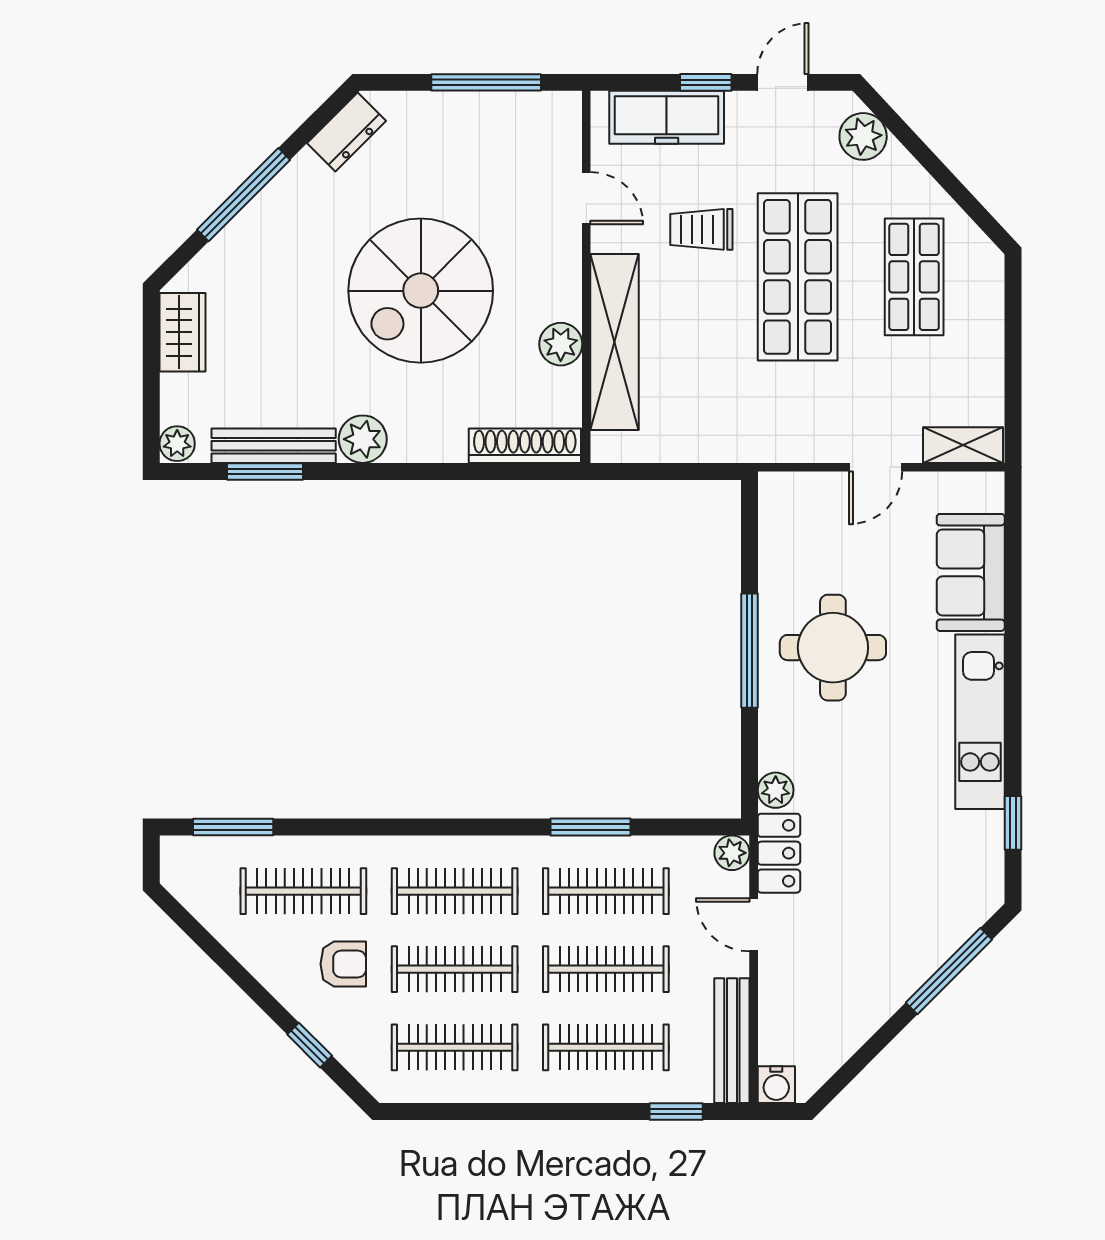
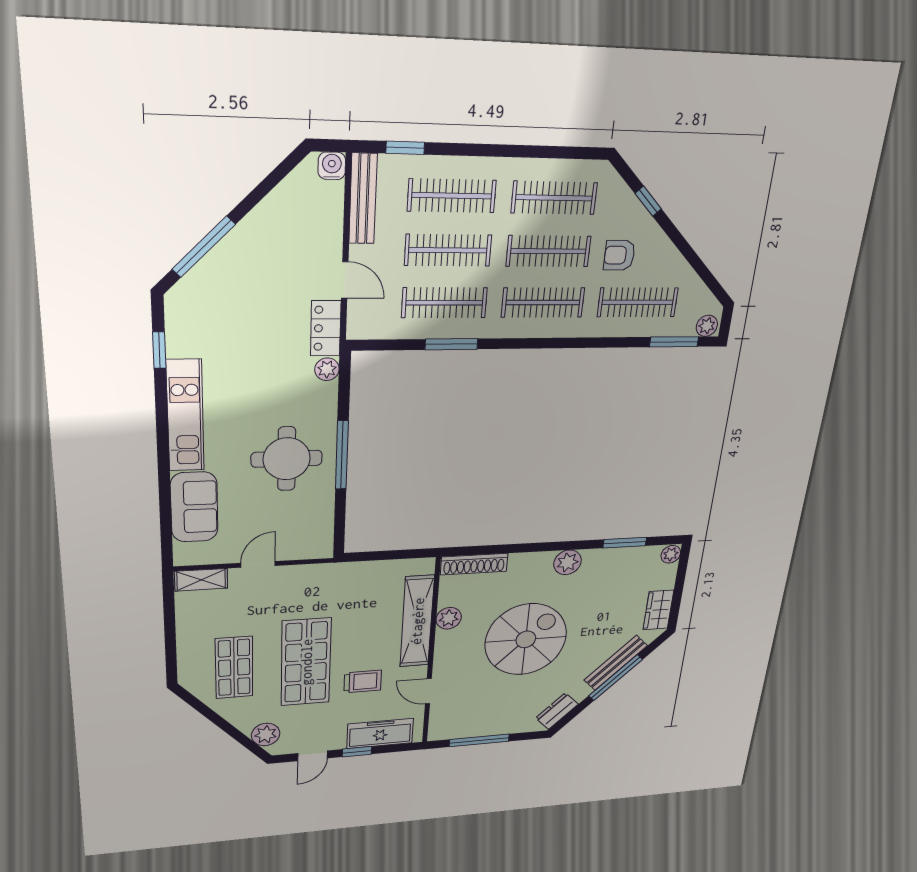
bench: (274, 446) -> (616, 663), moved, turned -45
plant: (732, 853) -> (707, 326), moved

